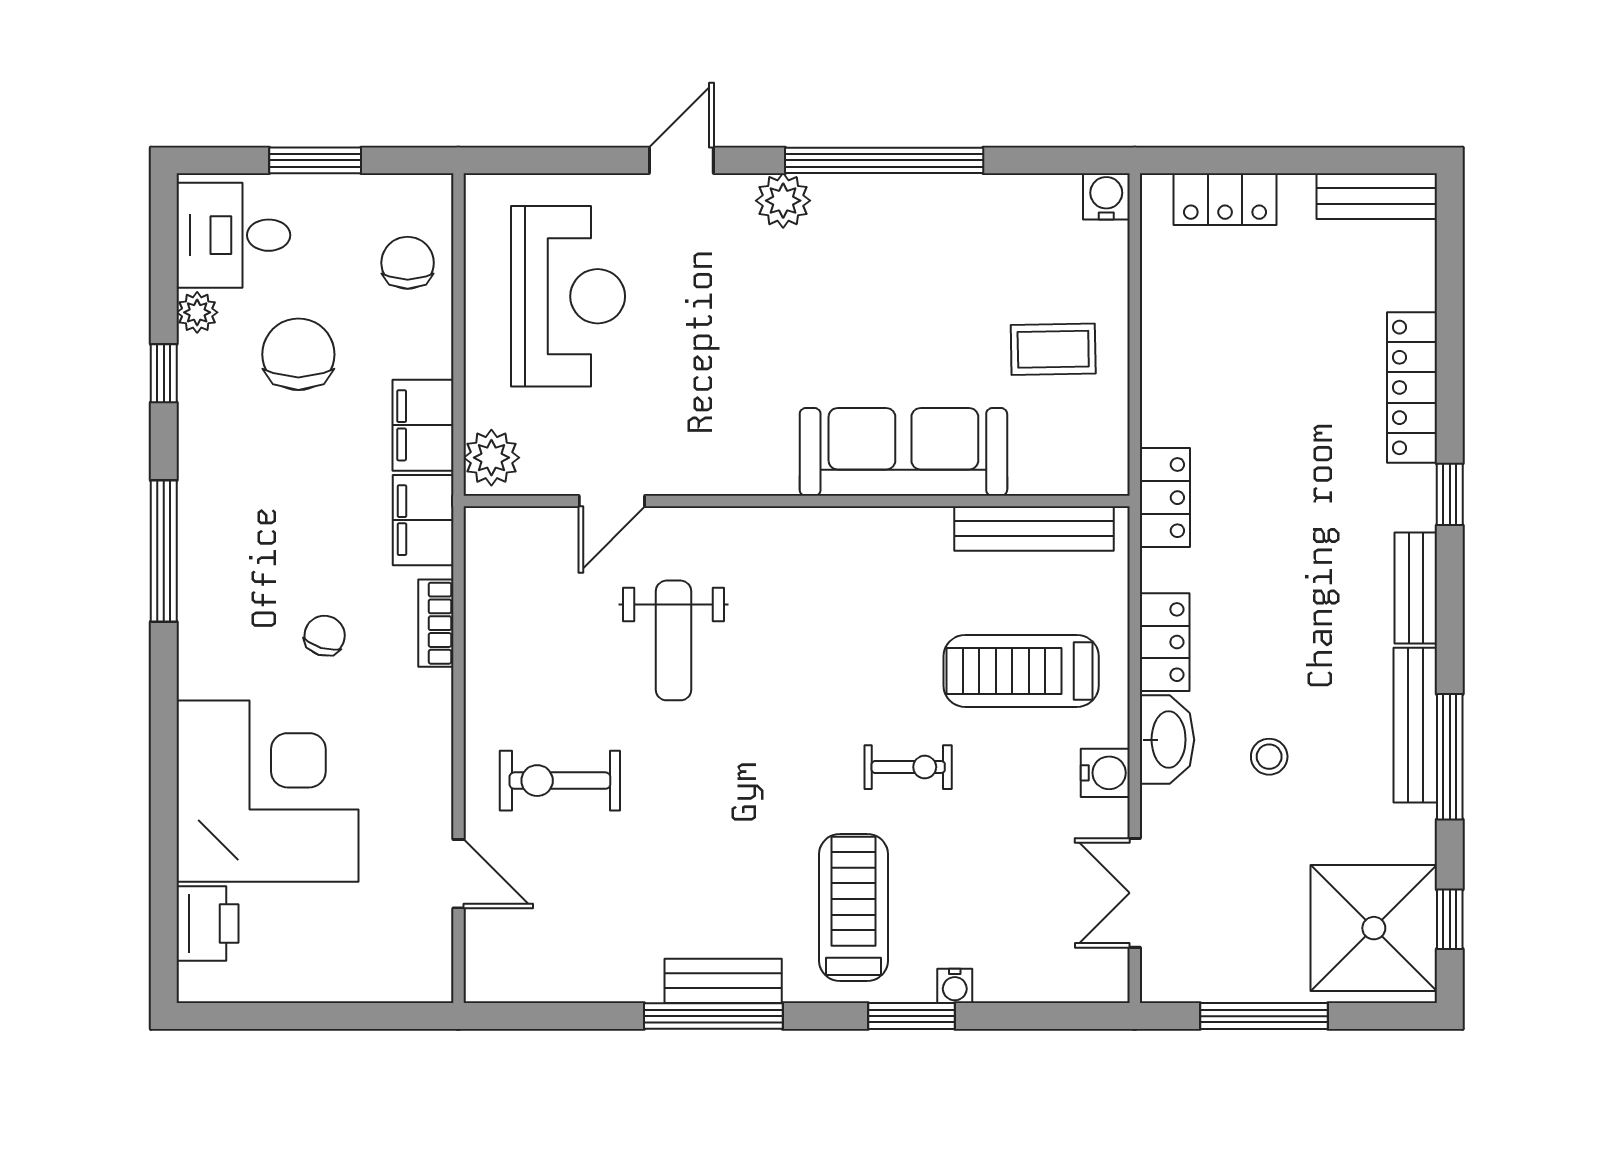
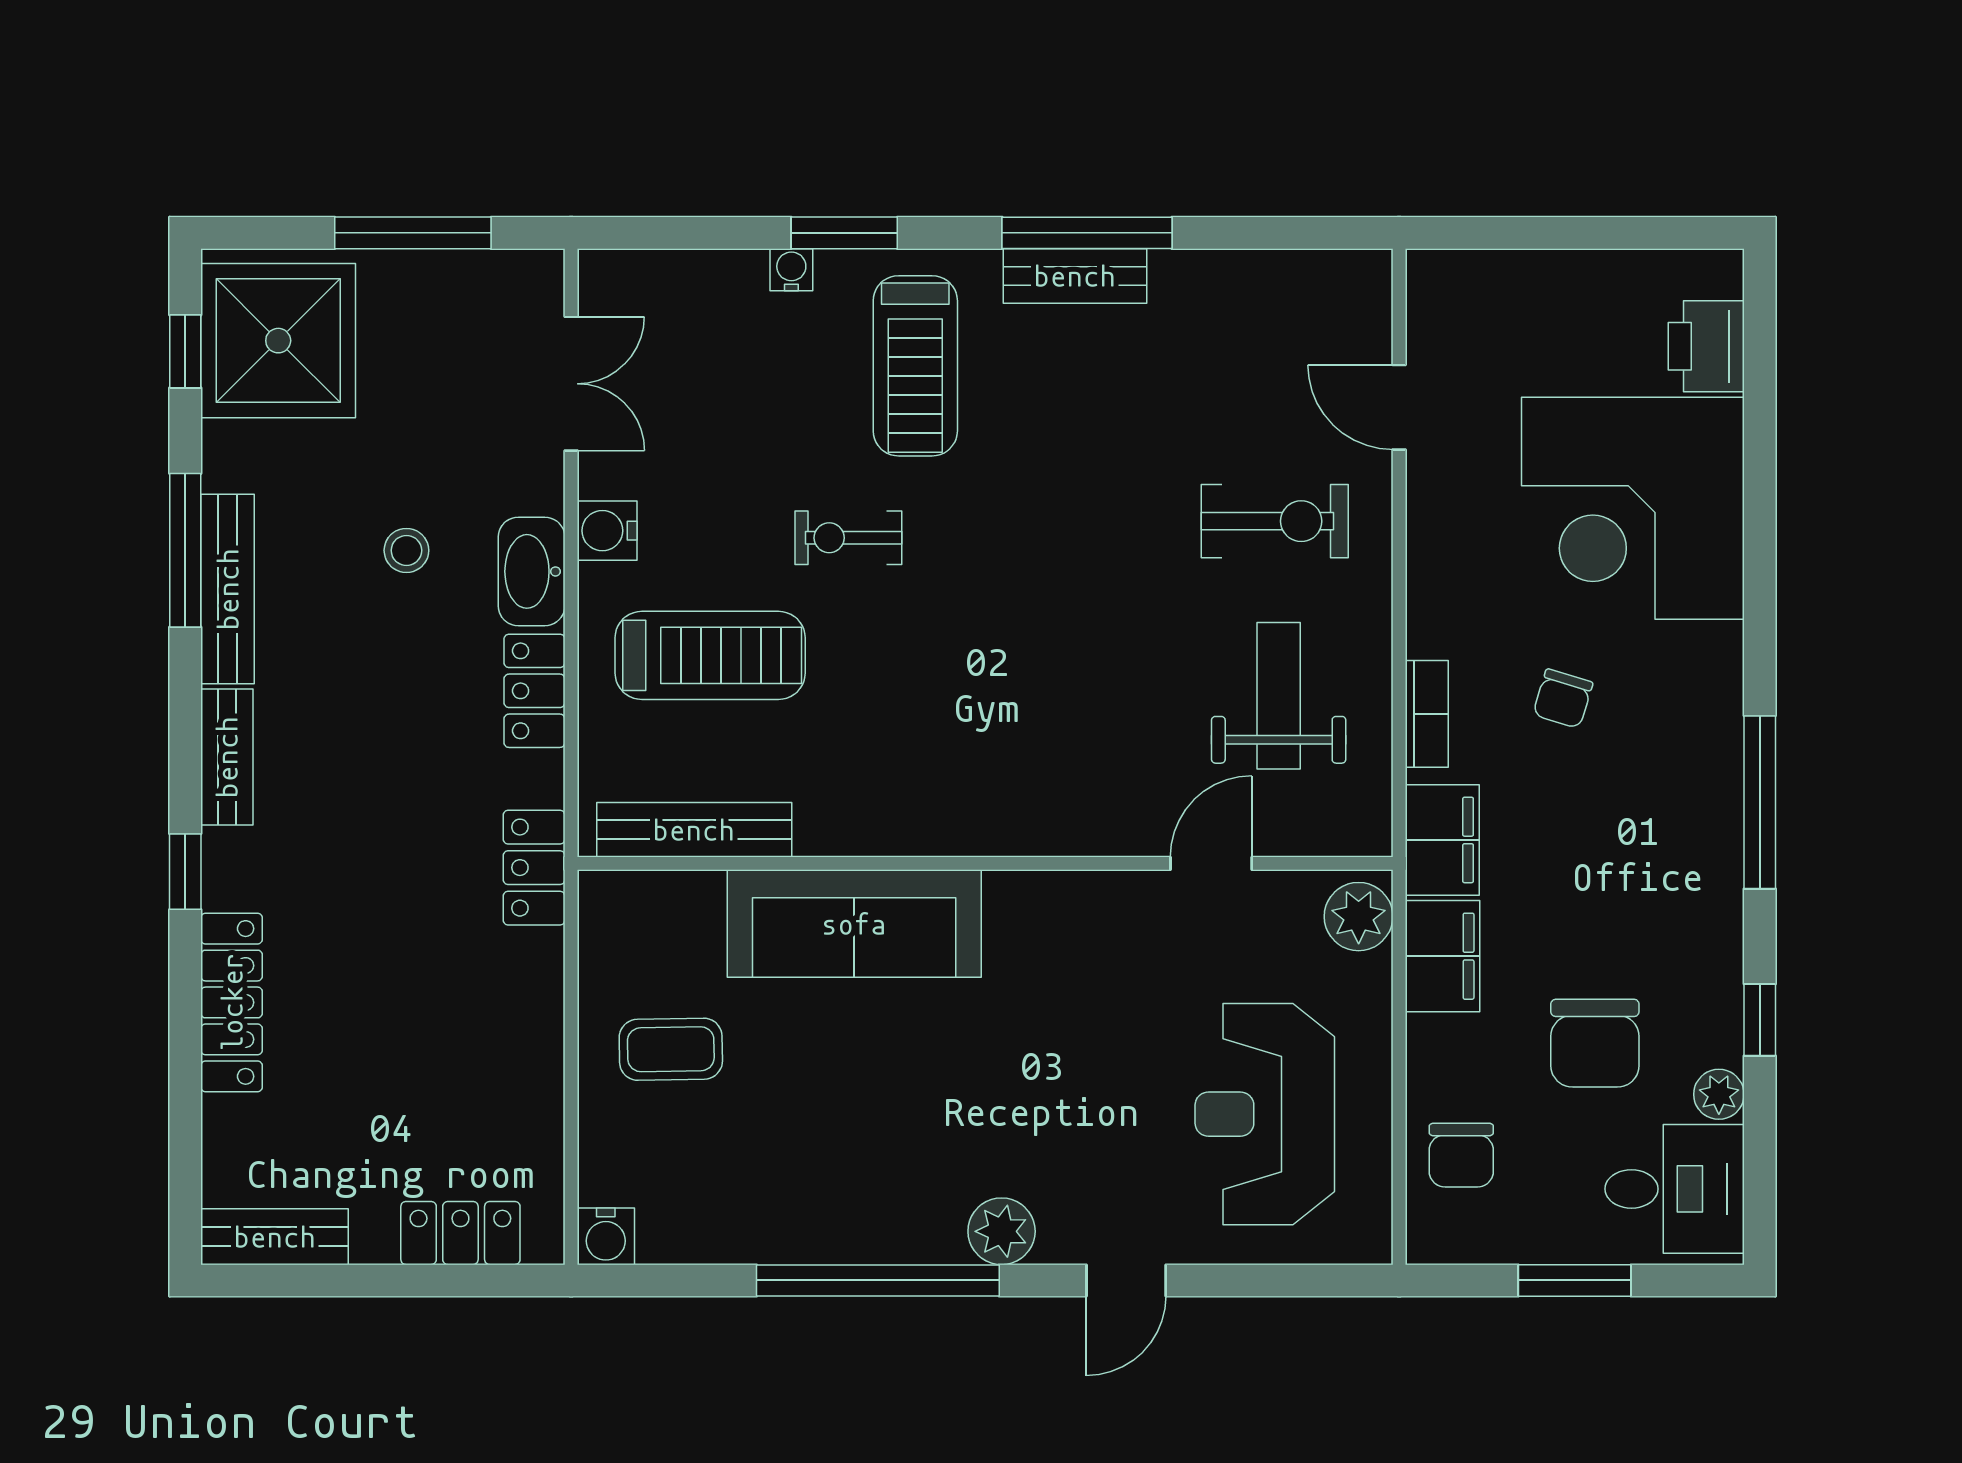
weight bench: (674, 640) -> (1279, 696), moved

